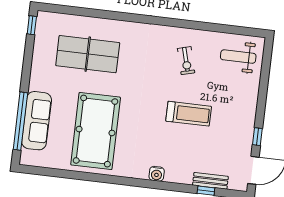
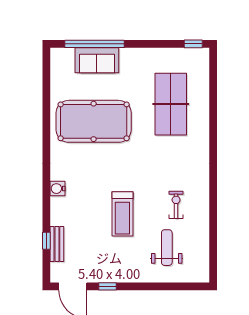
weight bench: (238, 57) -> (167, 248), moved
exercise bike: (186, 61) -> (176, 205), turned 105
sofa: (37, 121) -> (97, 60), width x0.73

